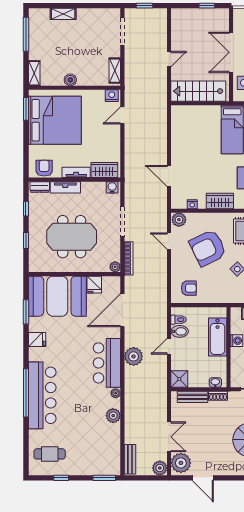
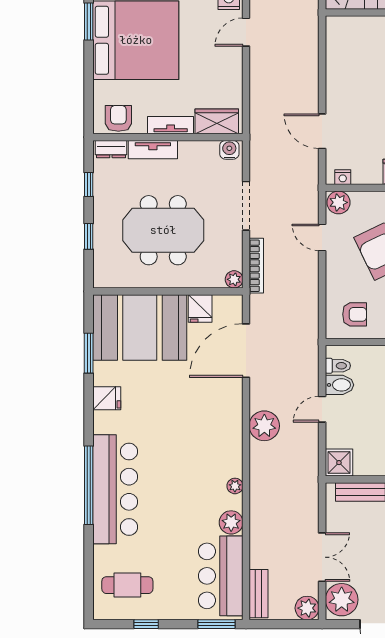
nightstand: (192, 204) -> (343, 177), moved
bar counter: (107, 363) -> (221, 576), moved

